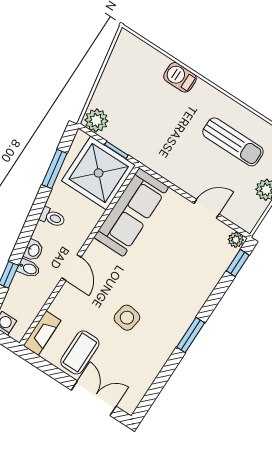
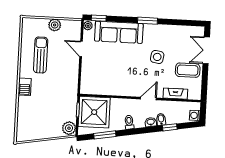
barbecue: (180, 77) -> (25, 87), moved
sofa: (131, 212) -> (119, 32), moved, turned 180
fireplace: (42, 333) -> (175, 94), moved

